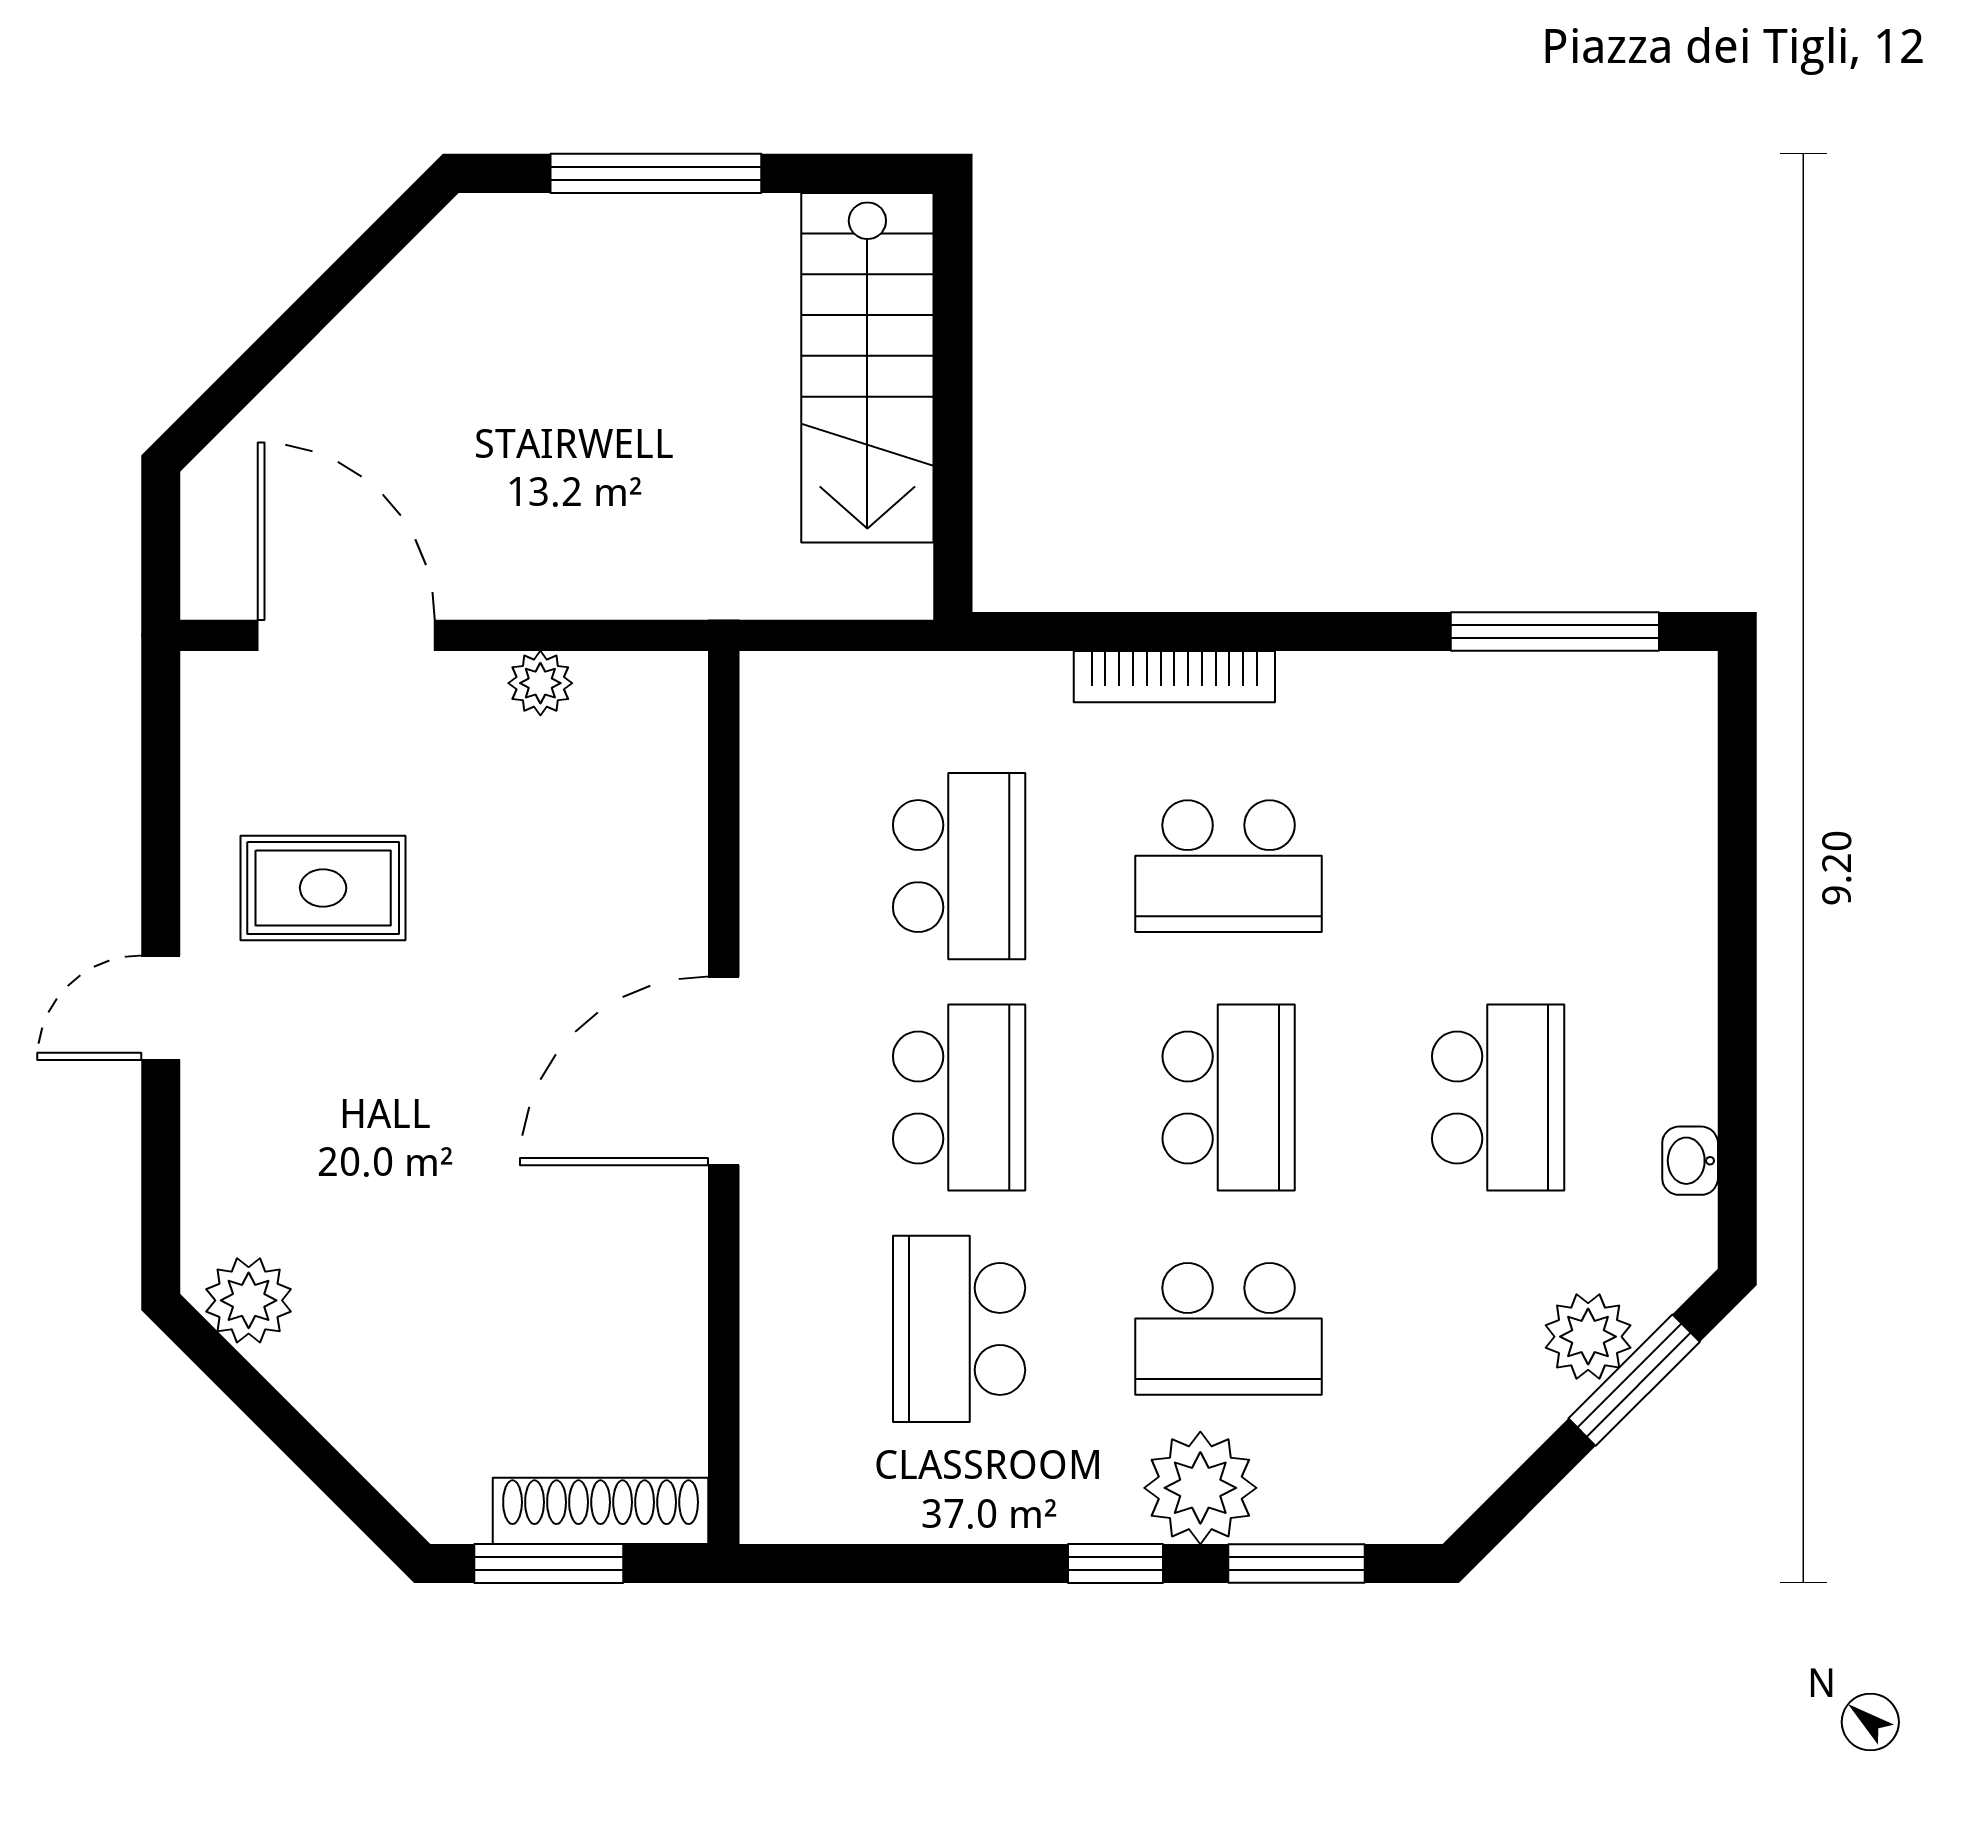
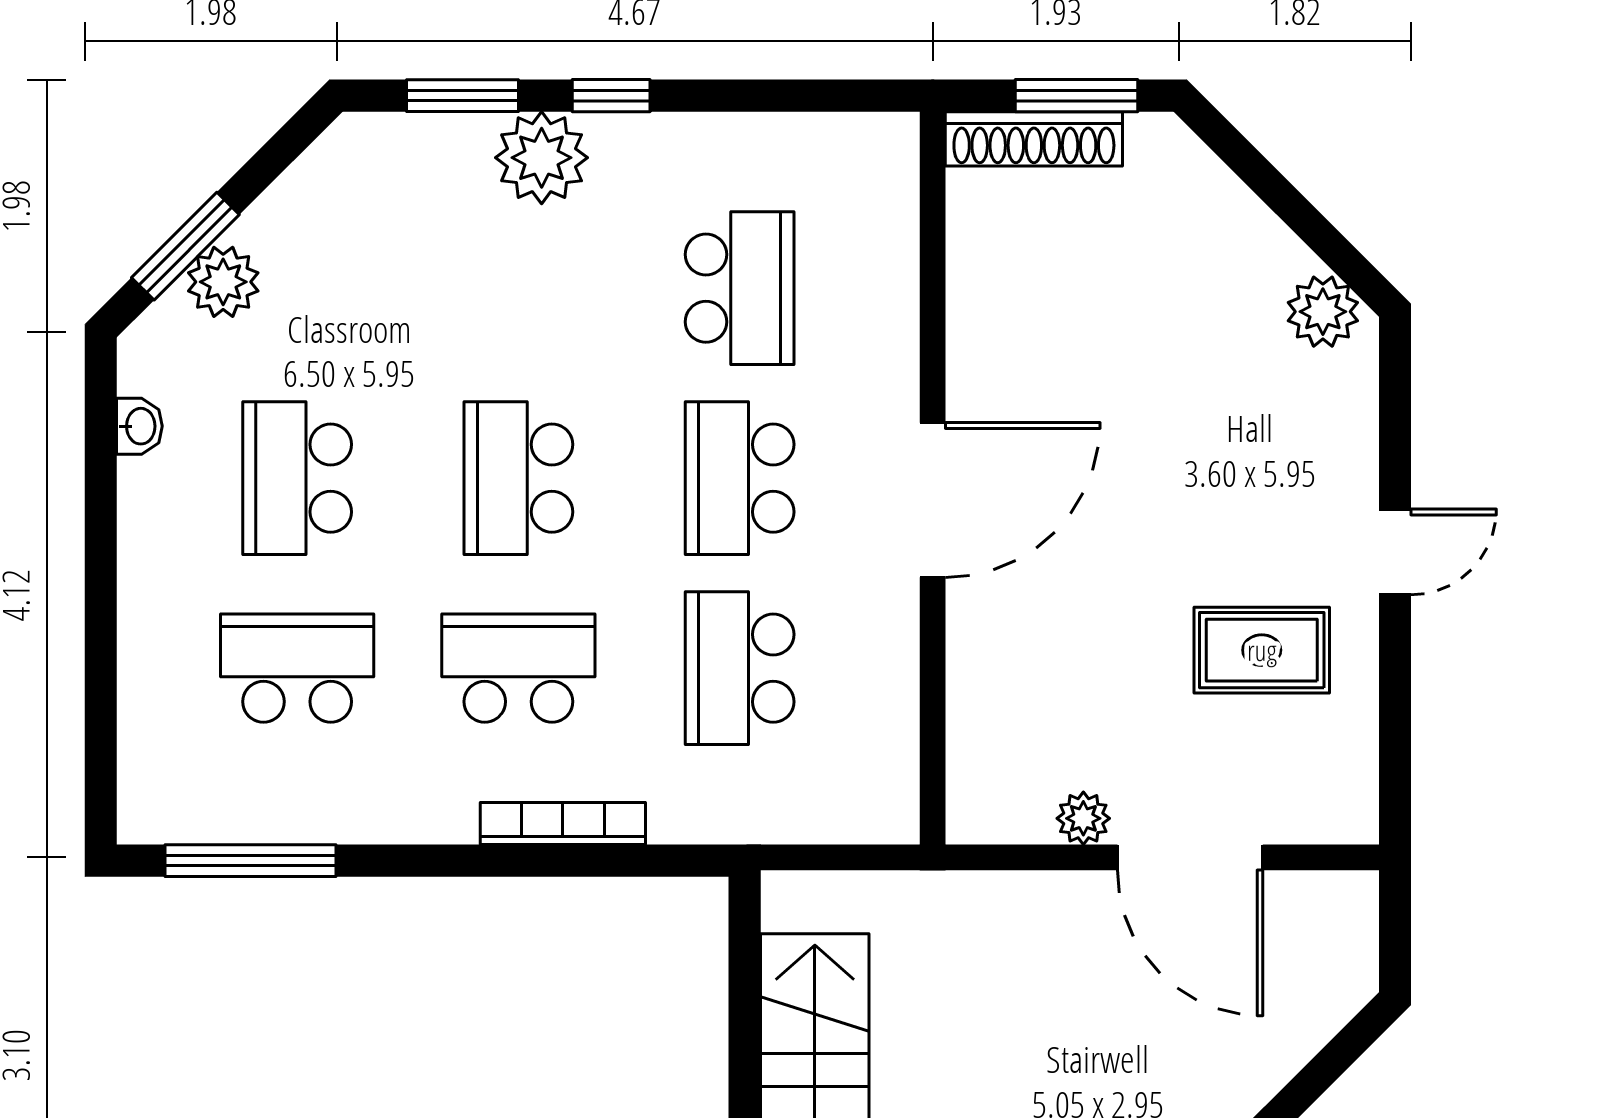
door: (346, 635) -> (1190, 857), moved
school desk: (1229, 1329) -> (297, 668), moved

